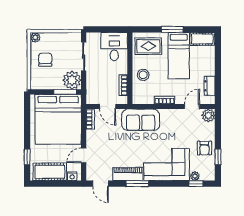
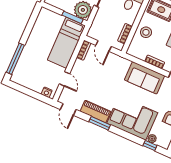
bed: (58, 119) -> (66, 43), width x0.49
sofa: (141, 120) -> (145, 78), moved
door: (84, 155) -> (64, 79), swing flipped
window: (27, 157) -> (15, 59), width x2.17
cot: (50, 172) -> (29, 80), removed

